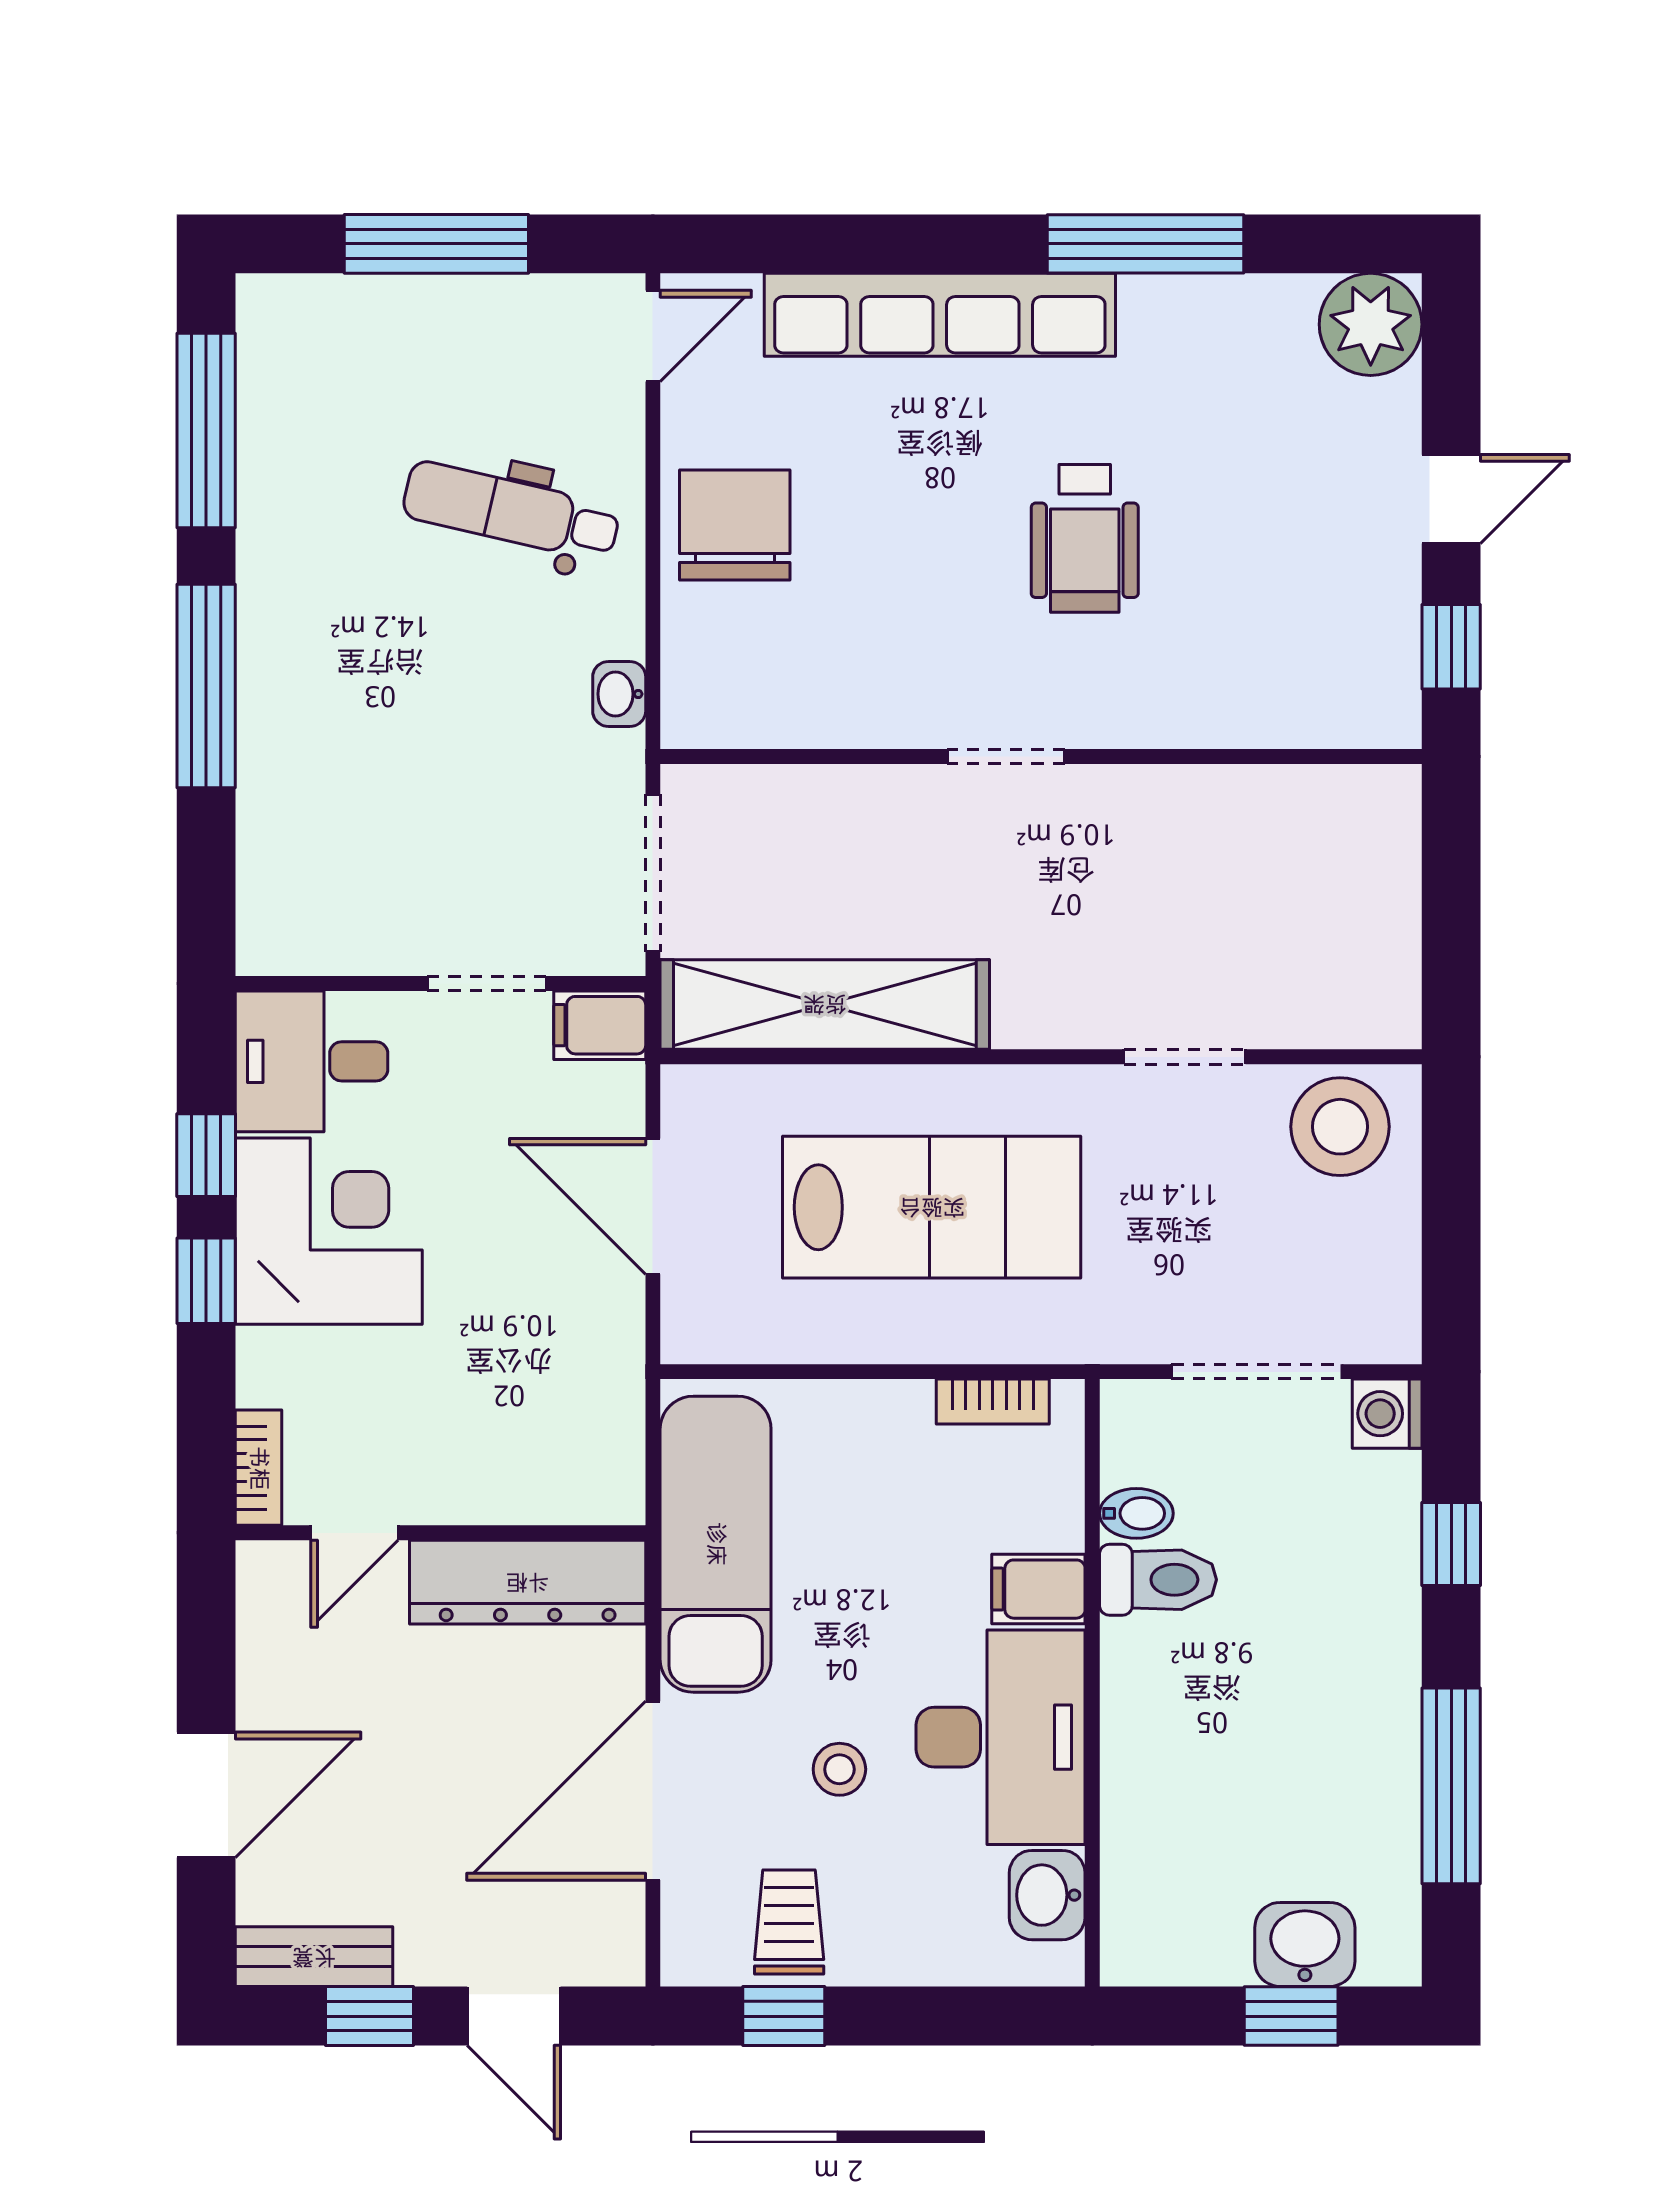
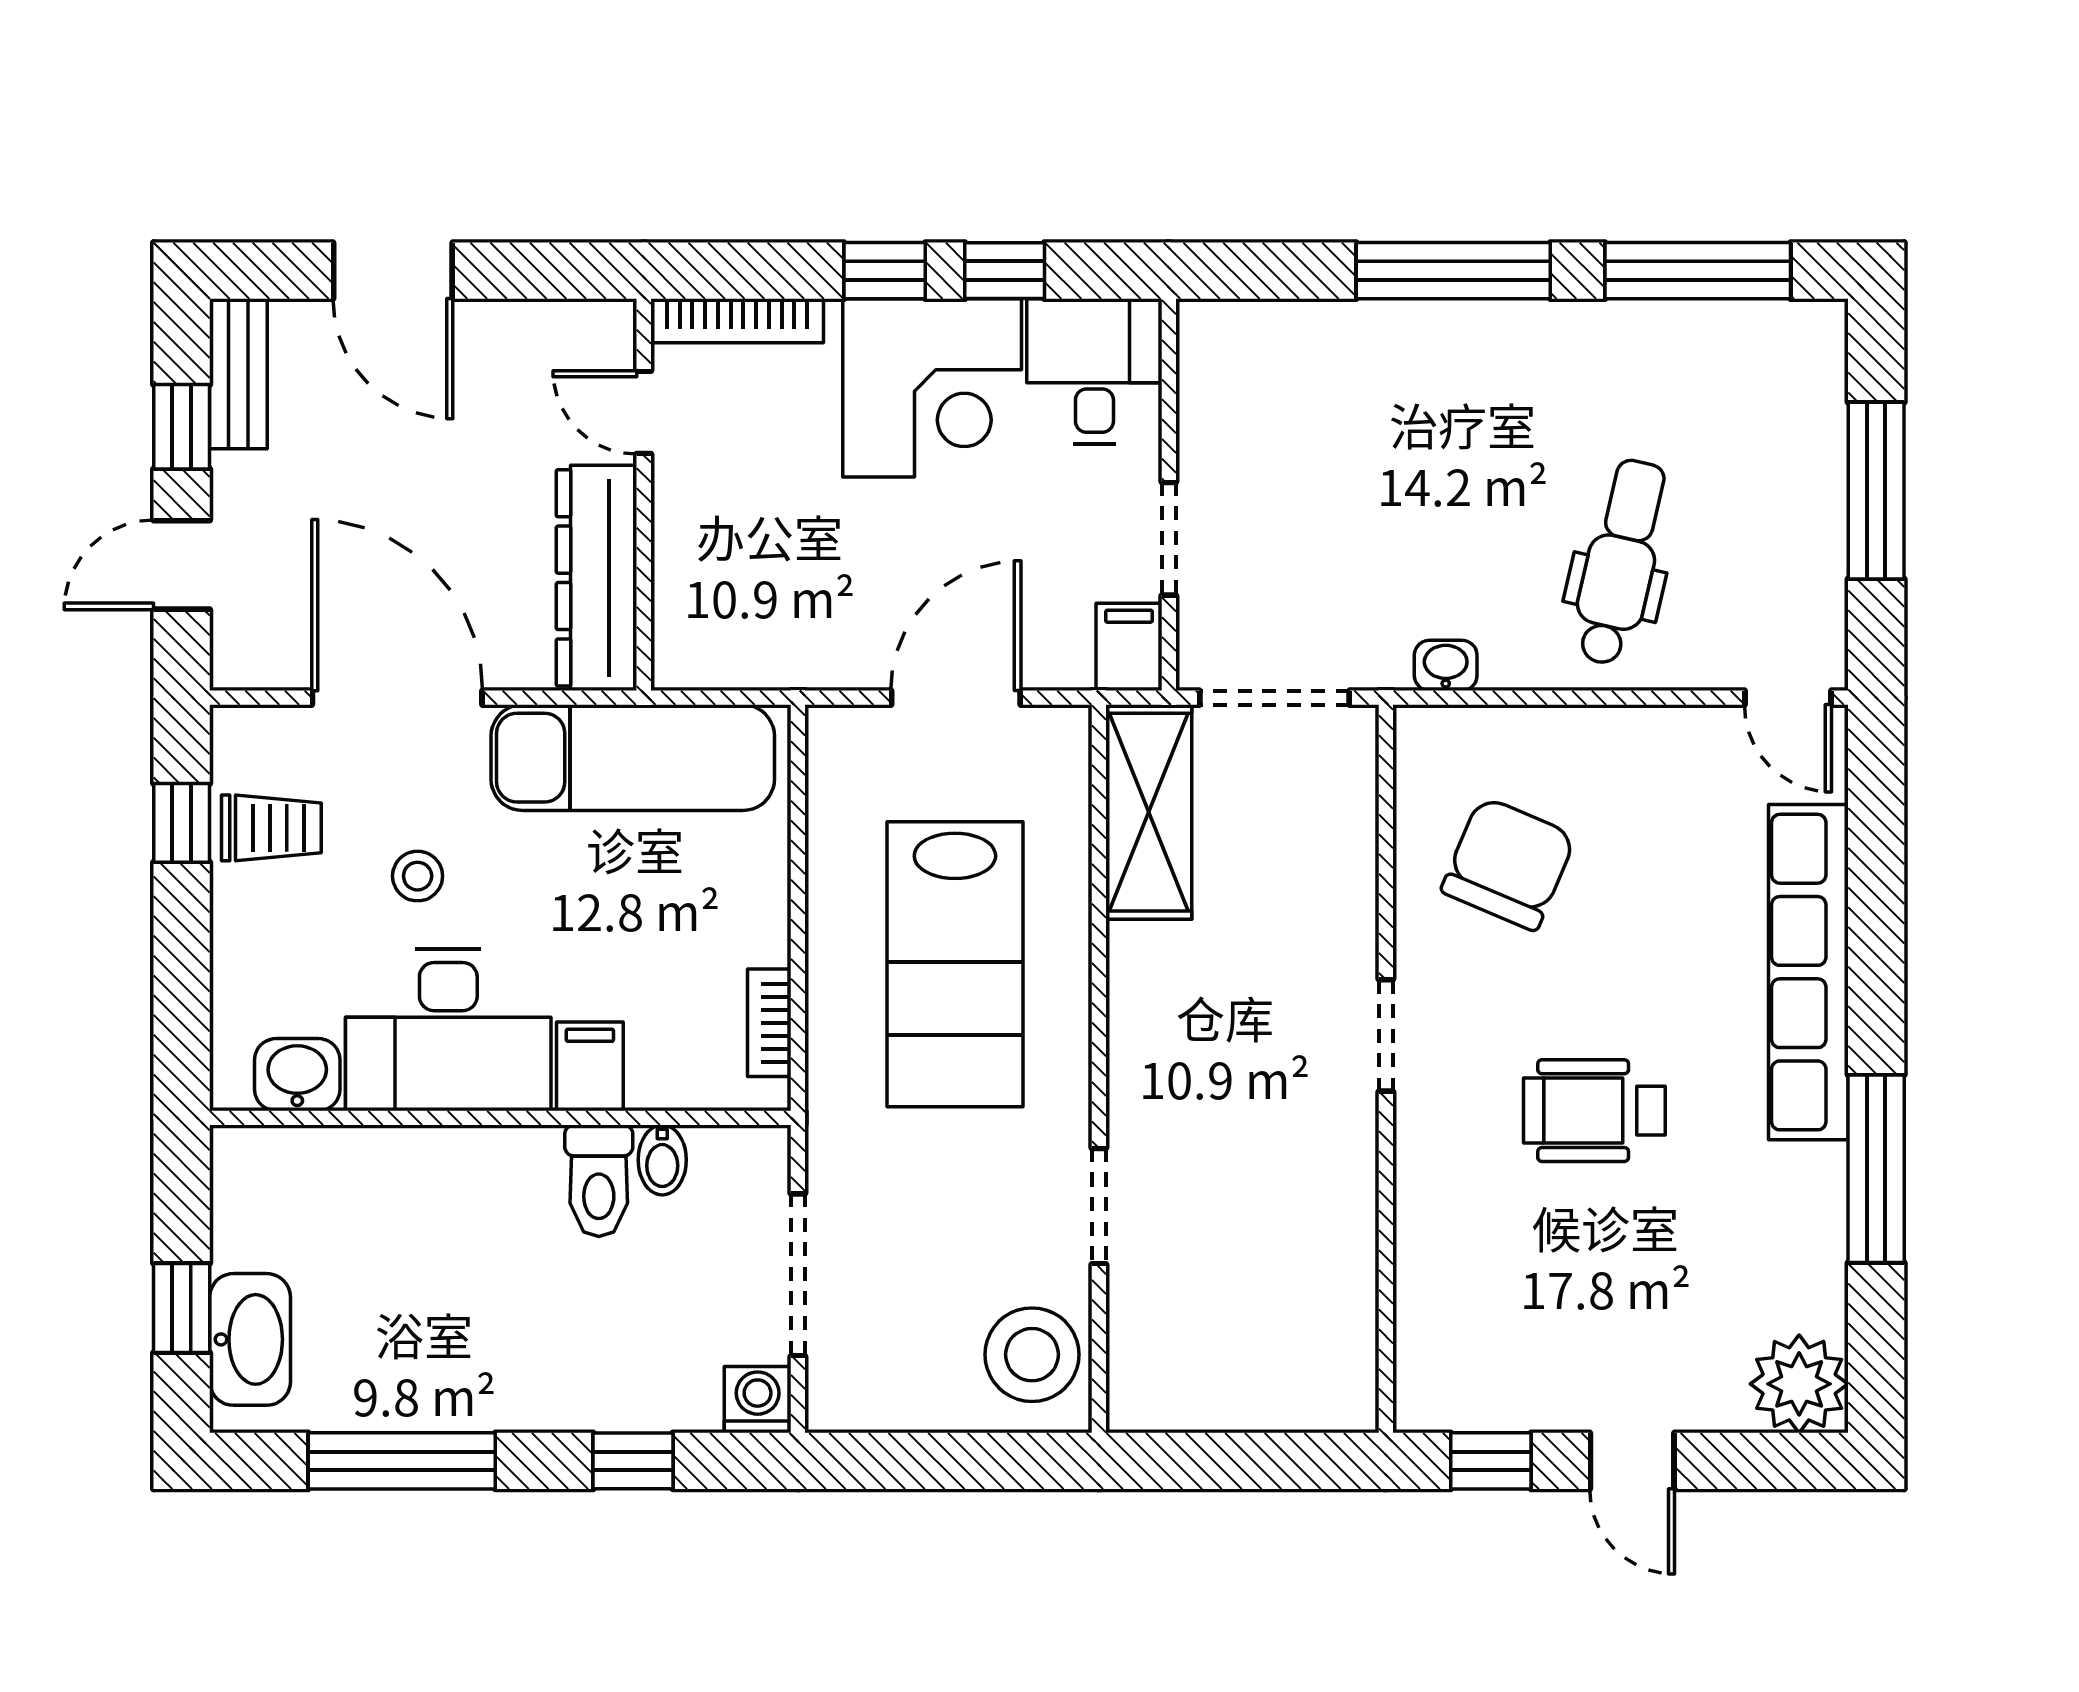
chair: (735, 525) -> (1508, 864), moved, turned -67
shelving: (825, 1004) -> (1149, 812), width x0.68
bookcase: (259, 1468) -> (737, 321), width x1.56
washbasin: (1305, 1944) -> (250, 1339), width x1.38

